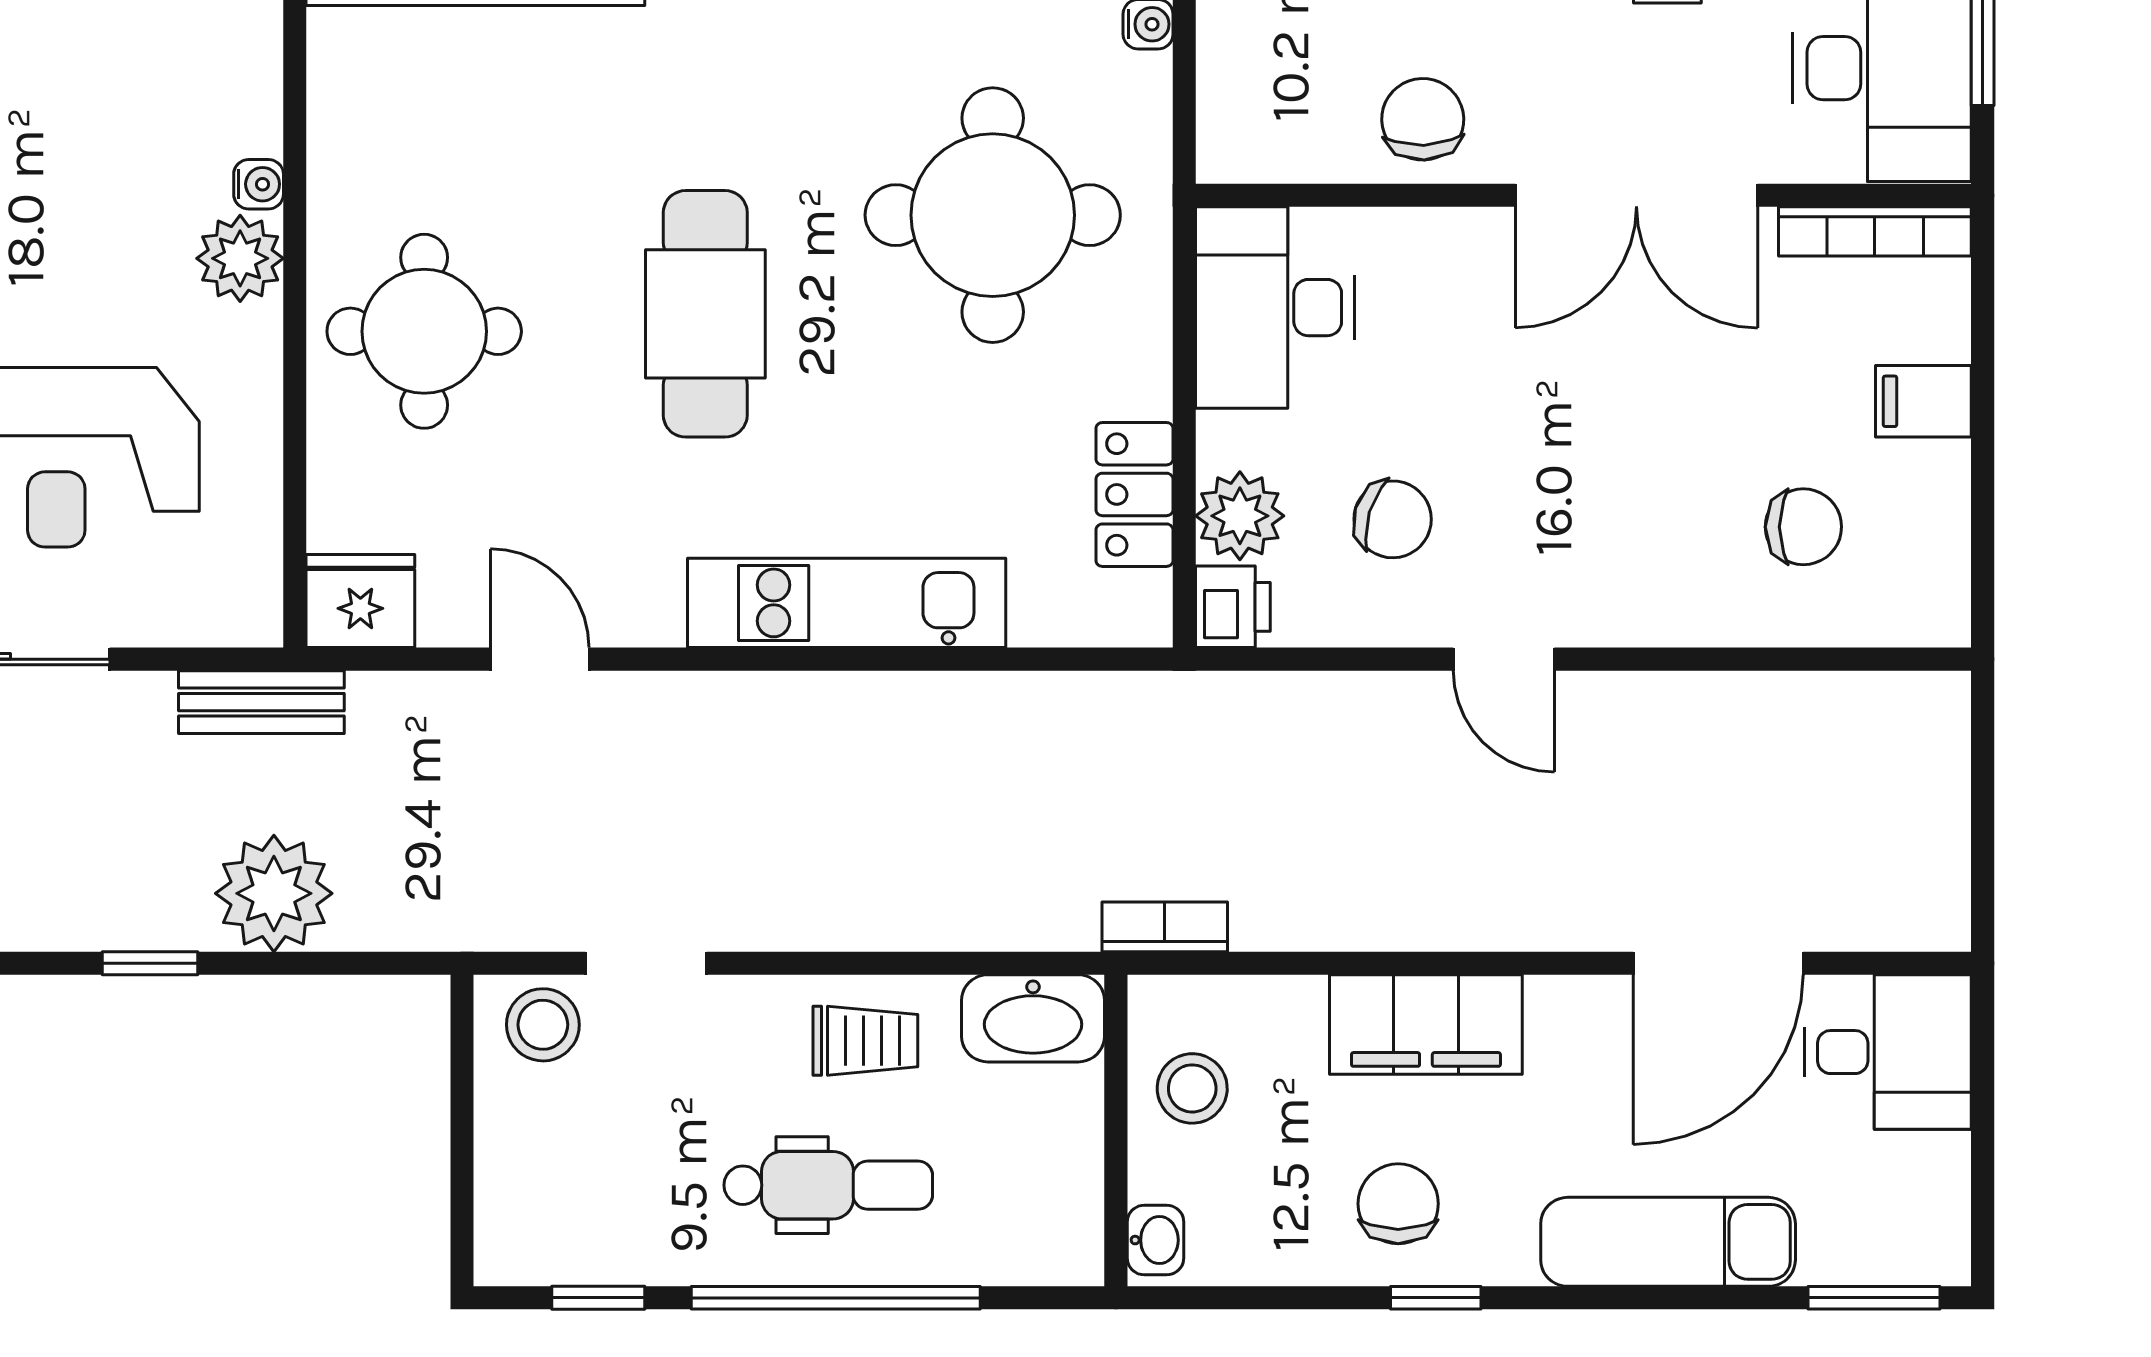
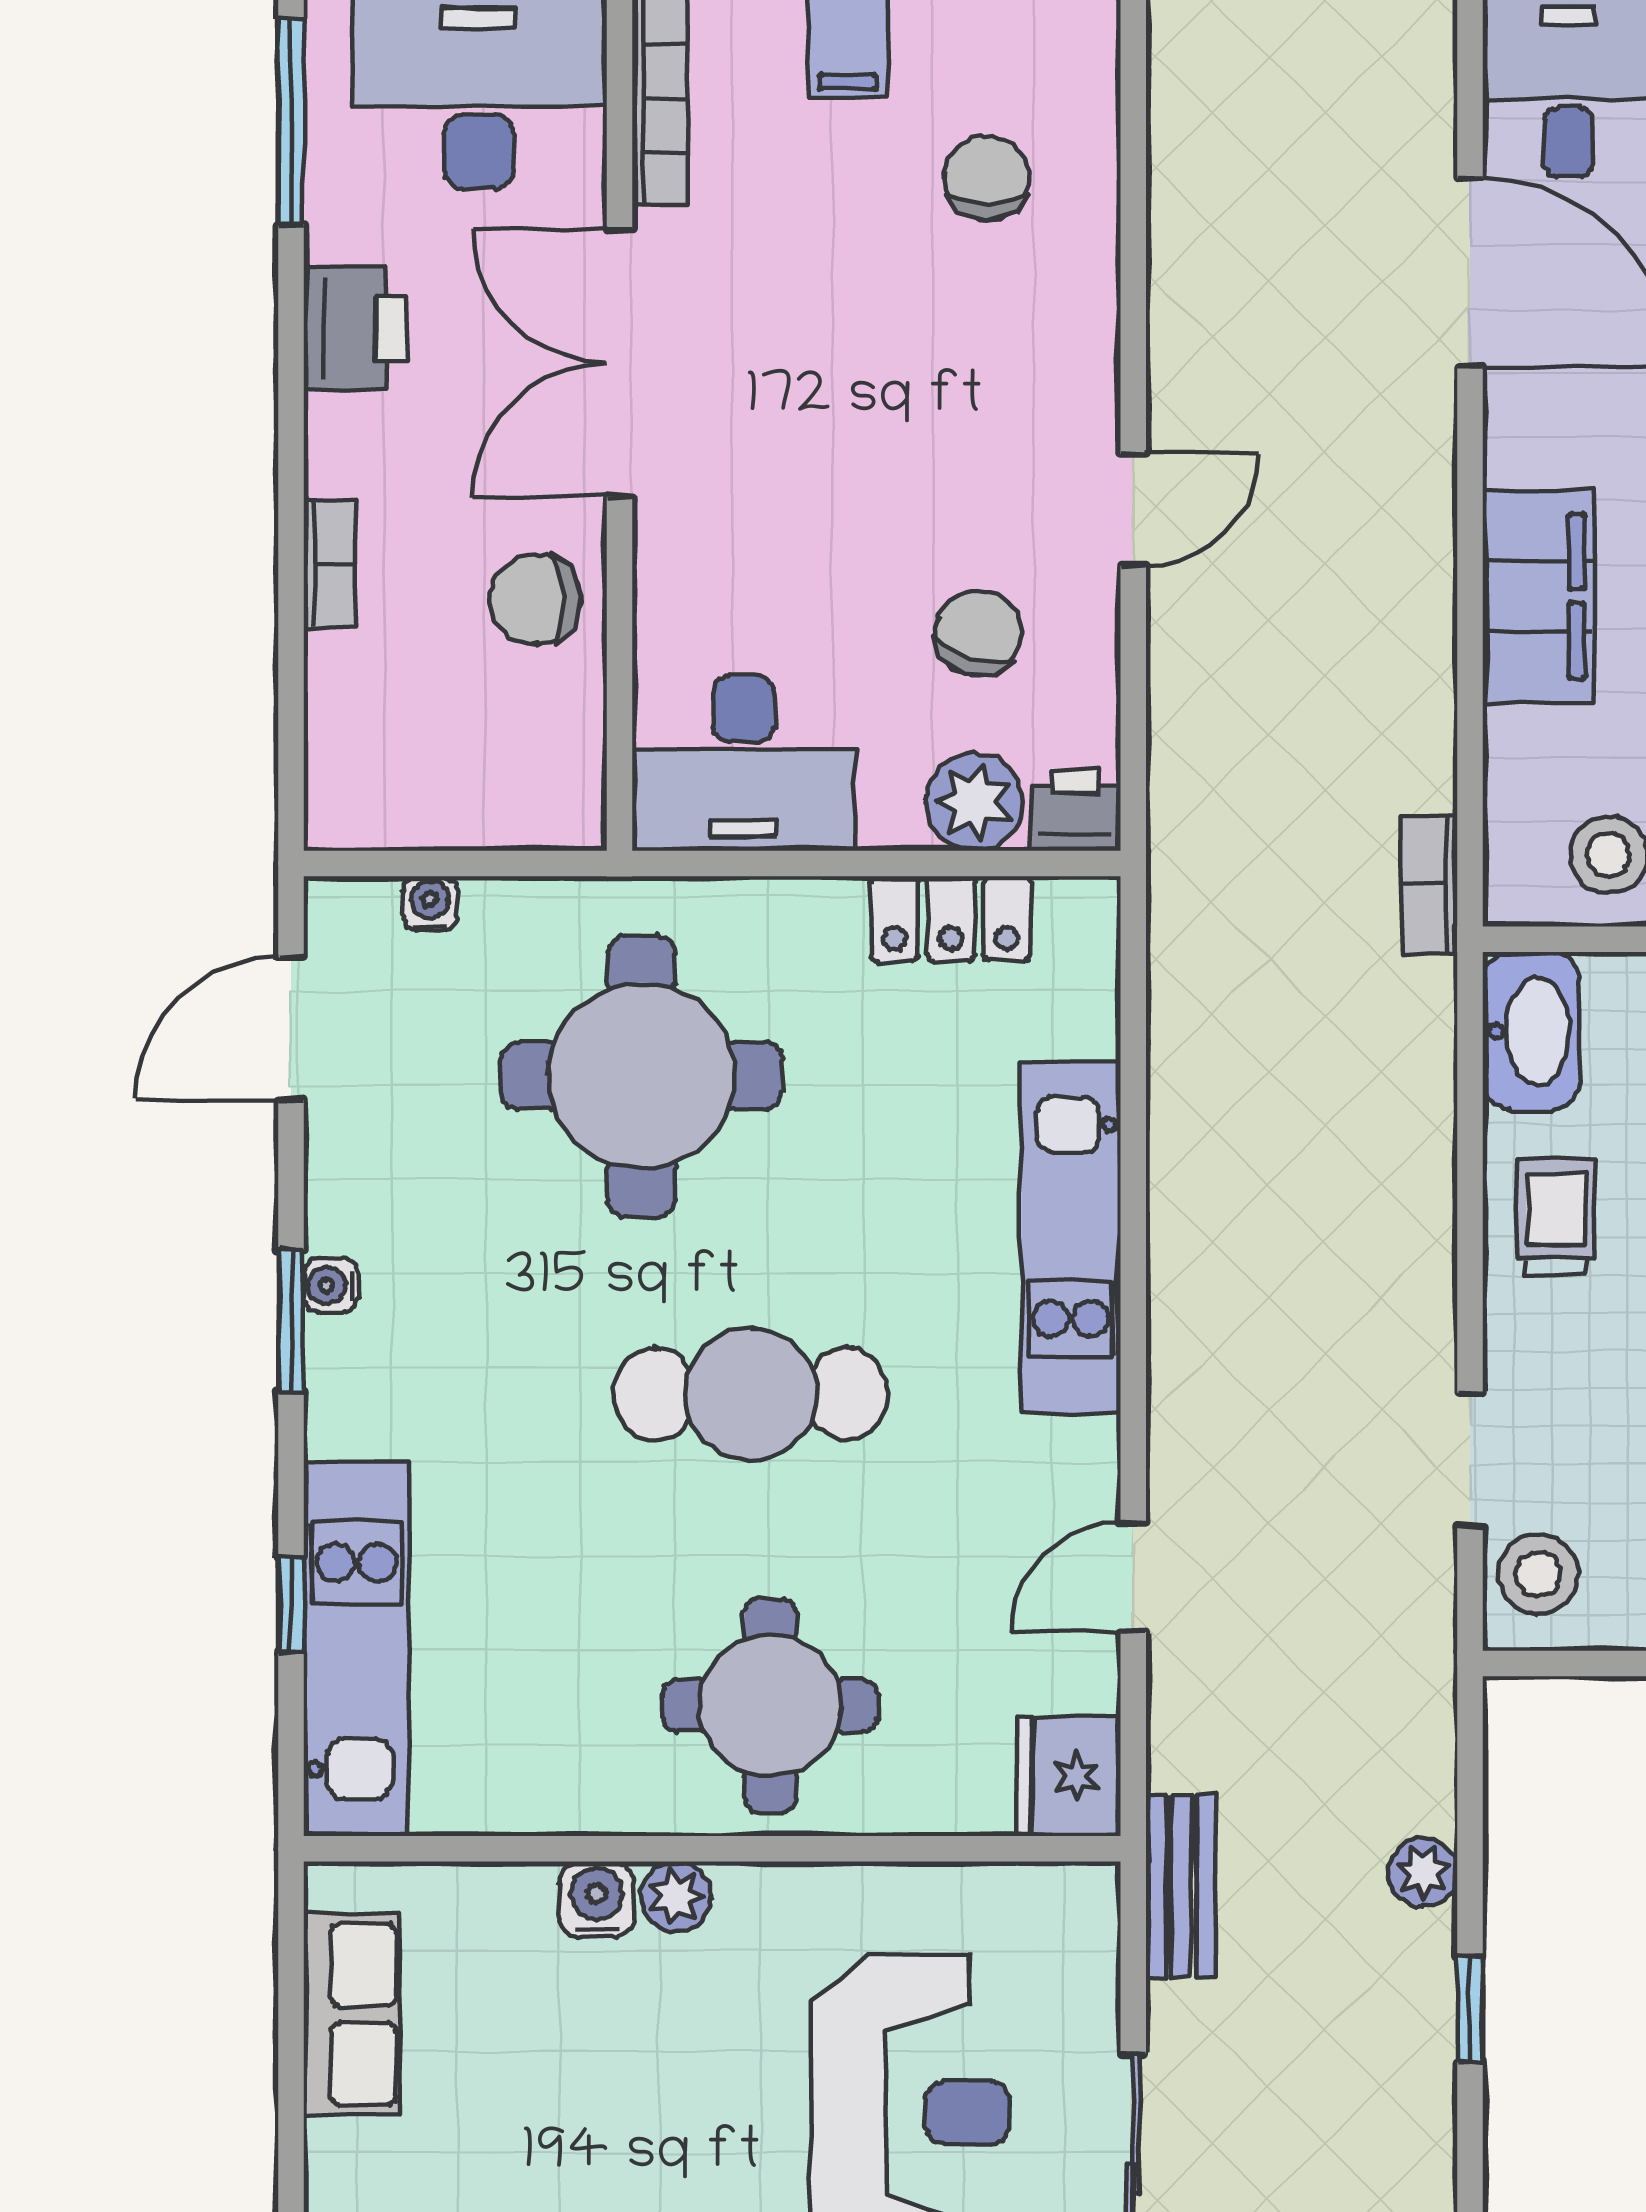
water cooler: (259, 184) -> (597, 1899), width x1.38, depth x1.38
double door: (1636, 195) -> (619, 363), swing flipped
plant: (240, 258) -> (676, 1896), width x0.73, depth x0.73
plant: (274, 893) -> (1423, 1872), width x0.53, depth x0.53

